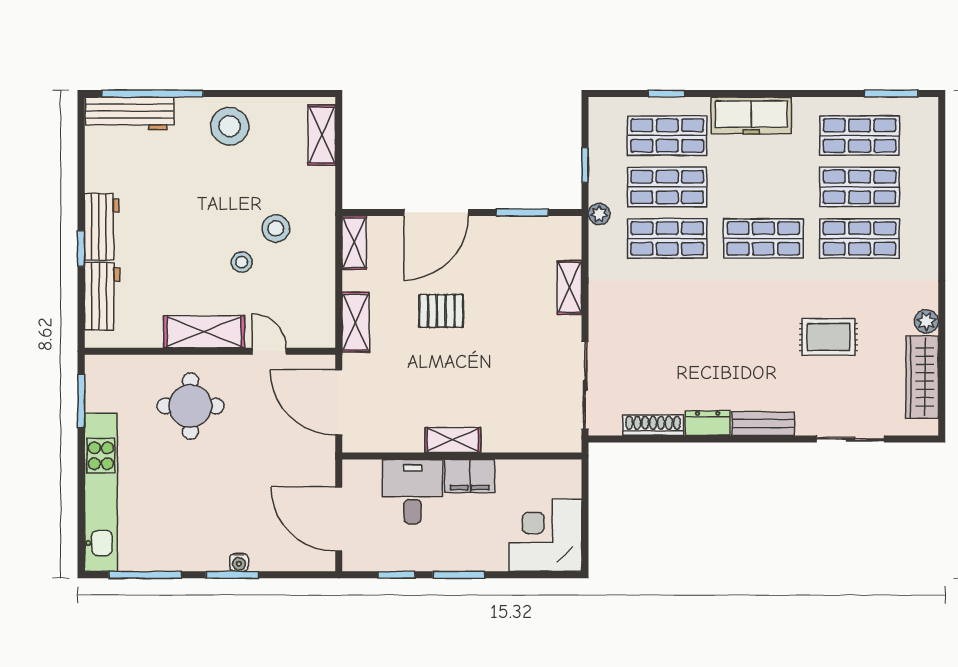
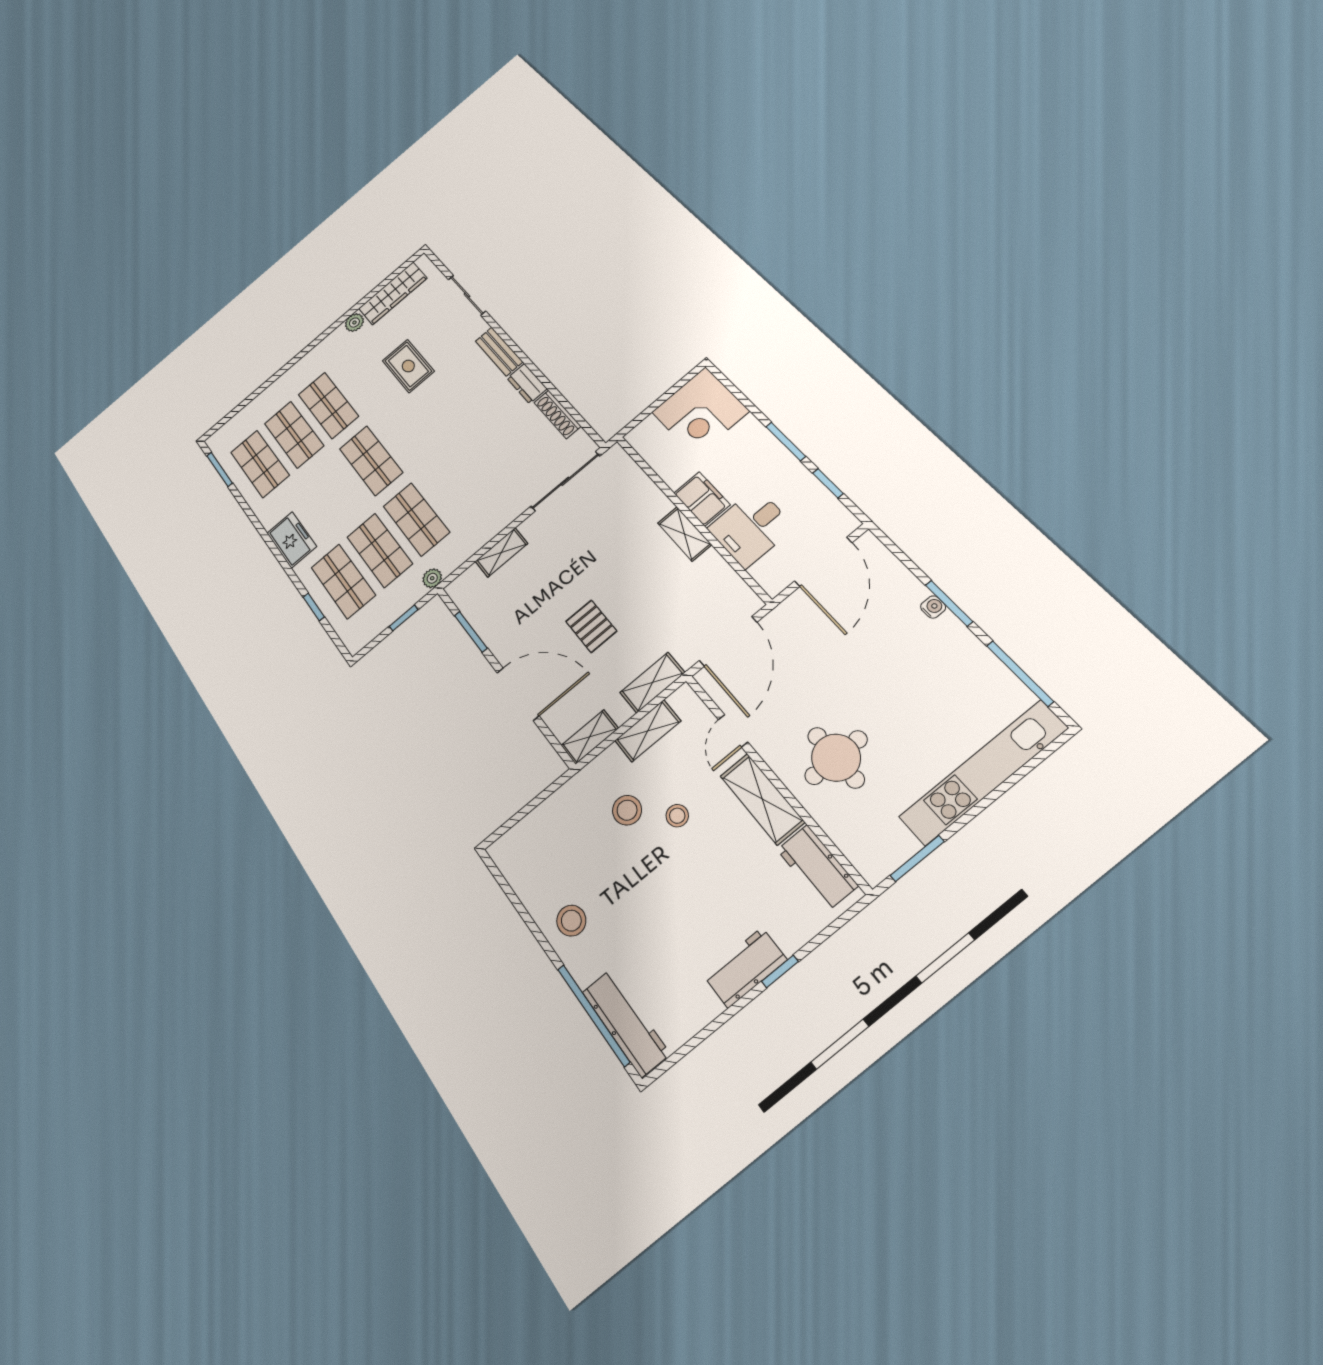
freezer: (751, 116) -> (292, 540), width x0.71
stool: (230, 126) -> (571, 921), width x0.73, depth x0.73
shelving: (322, 135) -> (648, 731), moved
workbench: (102, 296) -> (817, 868), moved, turned -90

